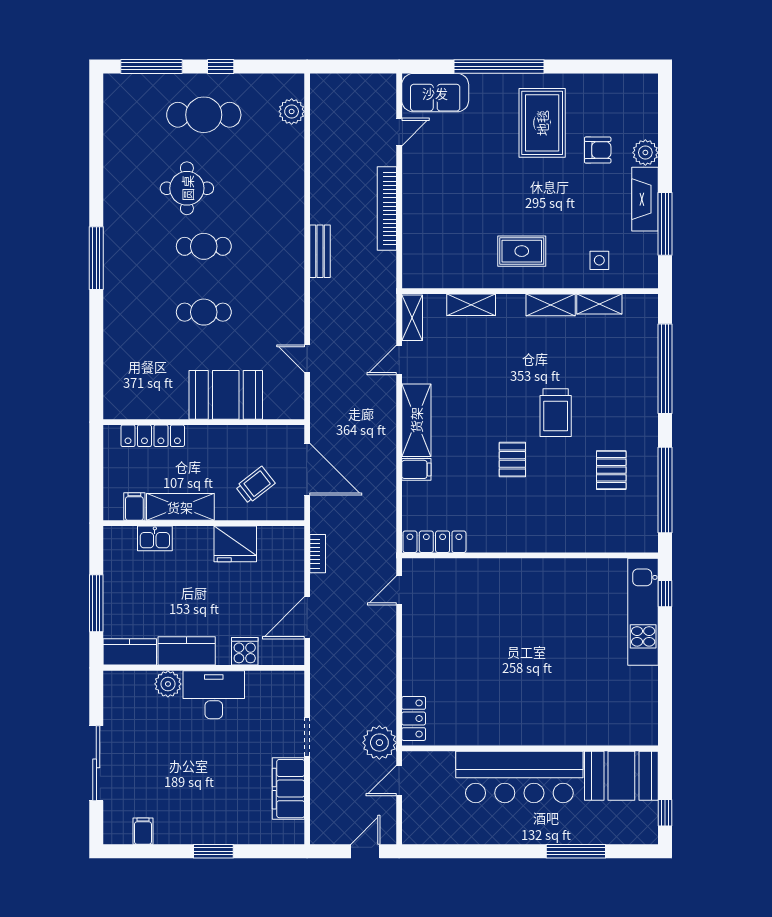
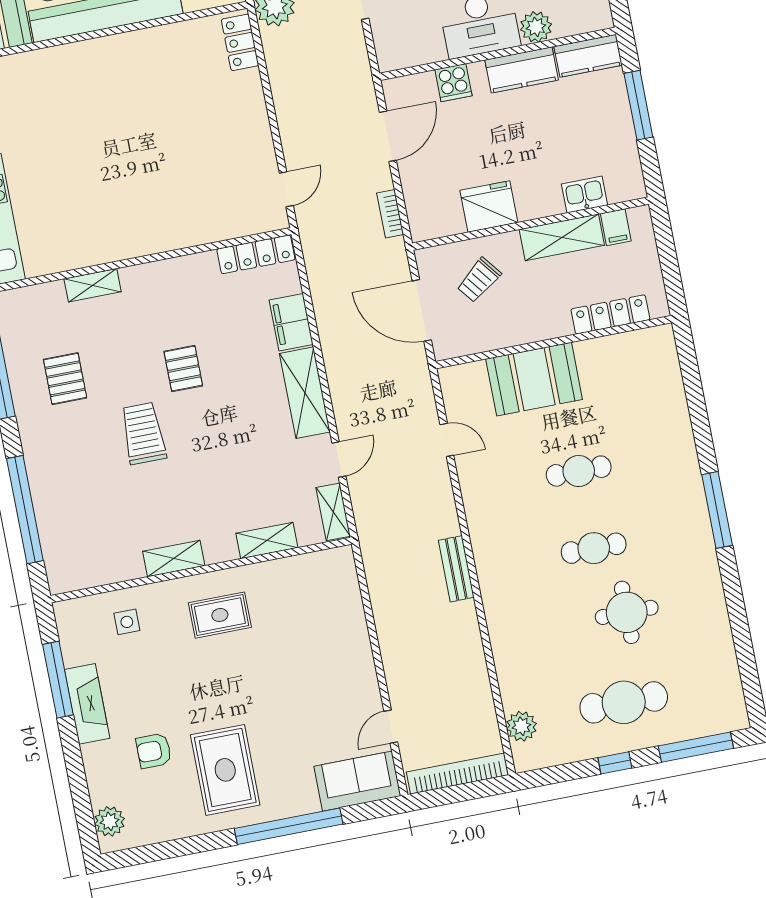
plant: (645, 153) -> (110, 821), moved
bookcase: (387, 209) -> (458, 774), moved, turned -90
shelving: (599, 304) -> (93, 285), moved
filing cabinet: (416, 469) -> (291, 322), width x2.00

